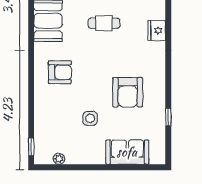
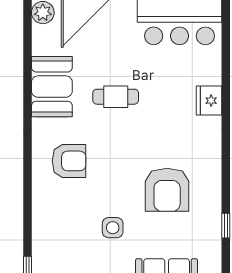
cafe table: (104, 23) -> (116, 97), moved

